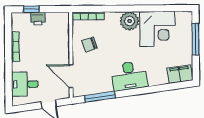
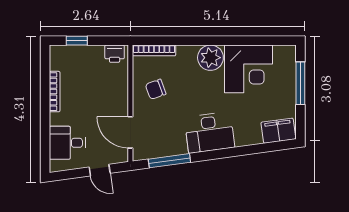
printer: (38, 19) -> (115, 54), moved

